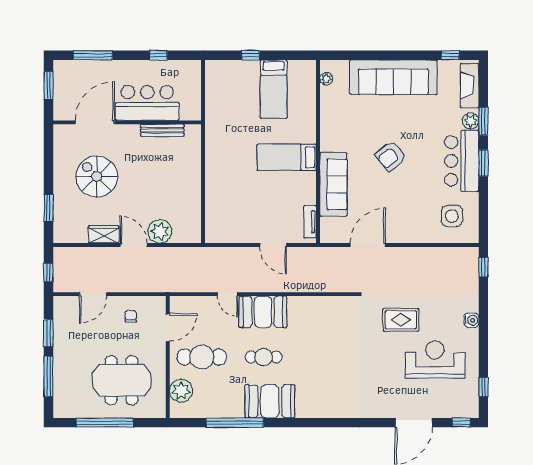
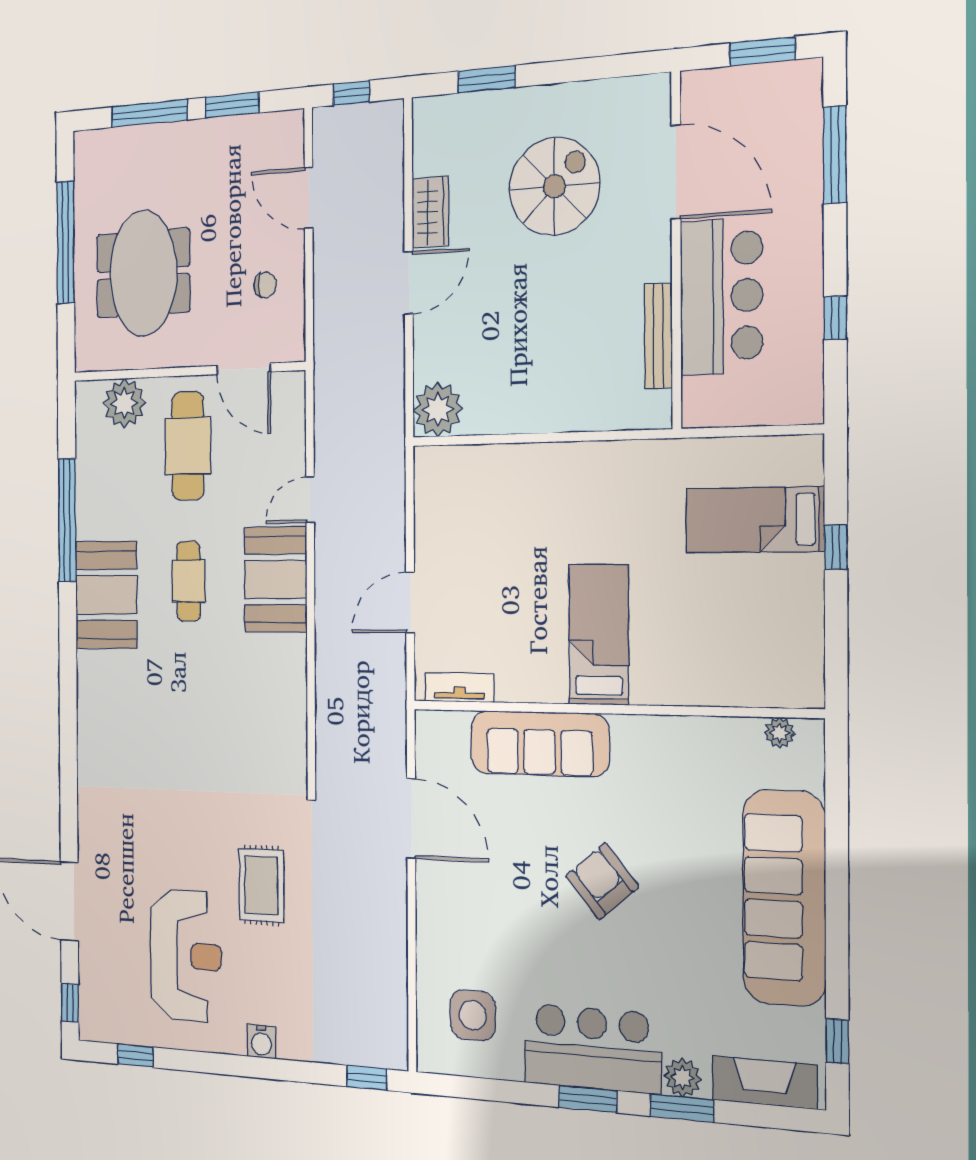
bed: (274, 89) -> (755, 520), moved
plant: (160, 231) -> (438, 409), moved

